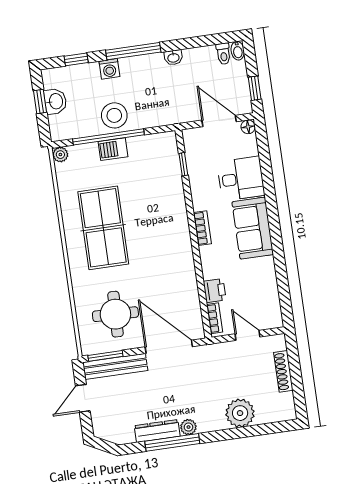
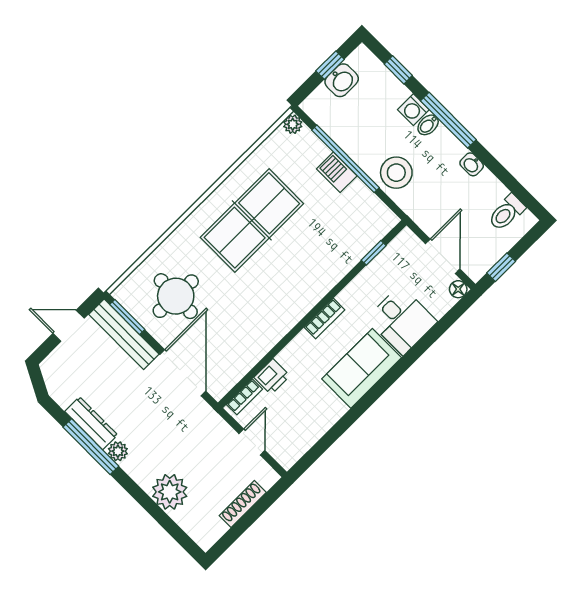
bidet: (238, 51) -> (428, 125), moved
toilet: (223, 54) -> (507, 213), width x1.37, depth x1.39
stool: (114, 115) -> (396, 173), moved

